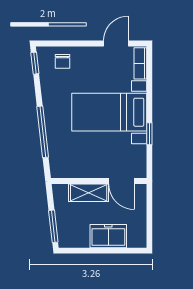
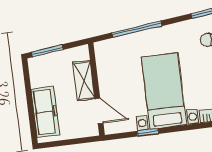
door: (121, 181) -> (99, 111), swing flipped
freezer: (108, 236) -> (45, 112), width x1.40

